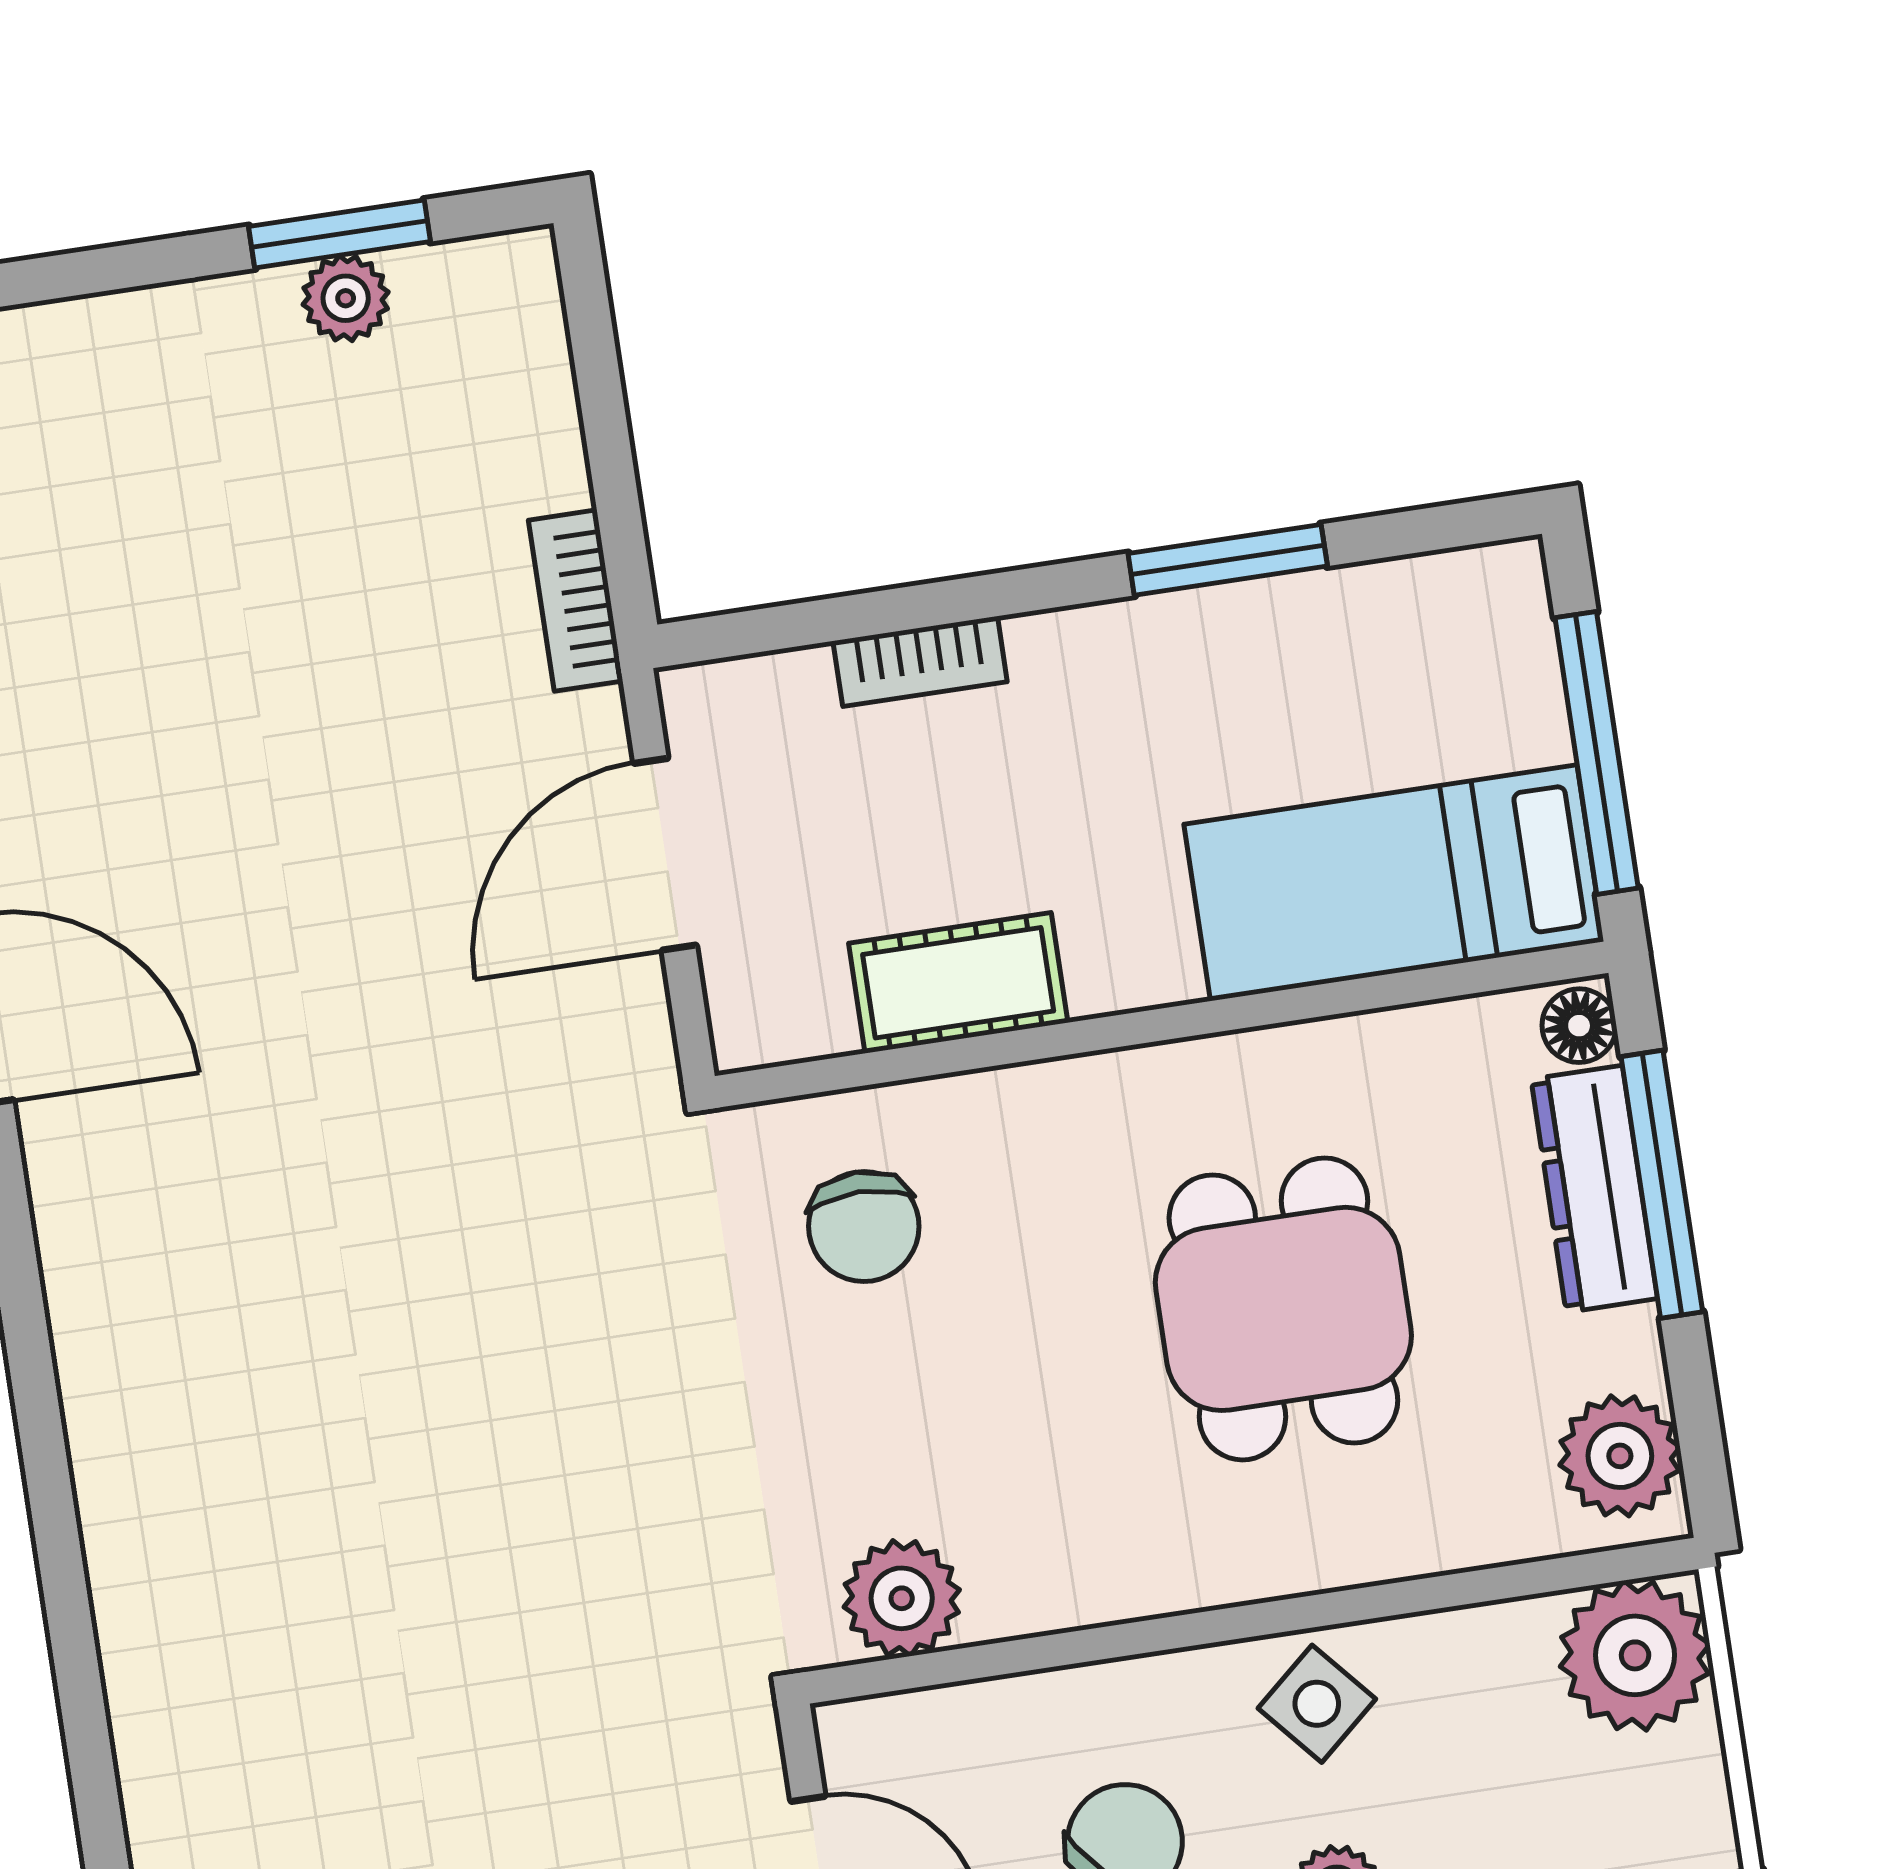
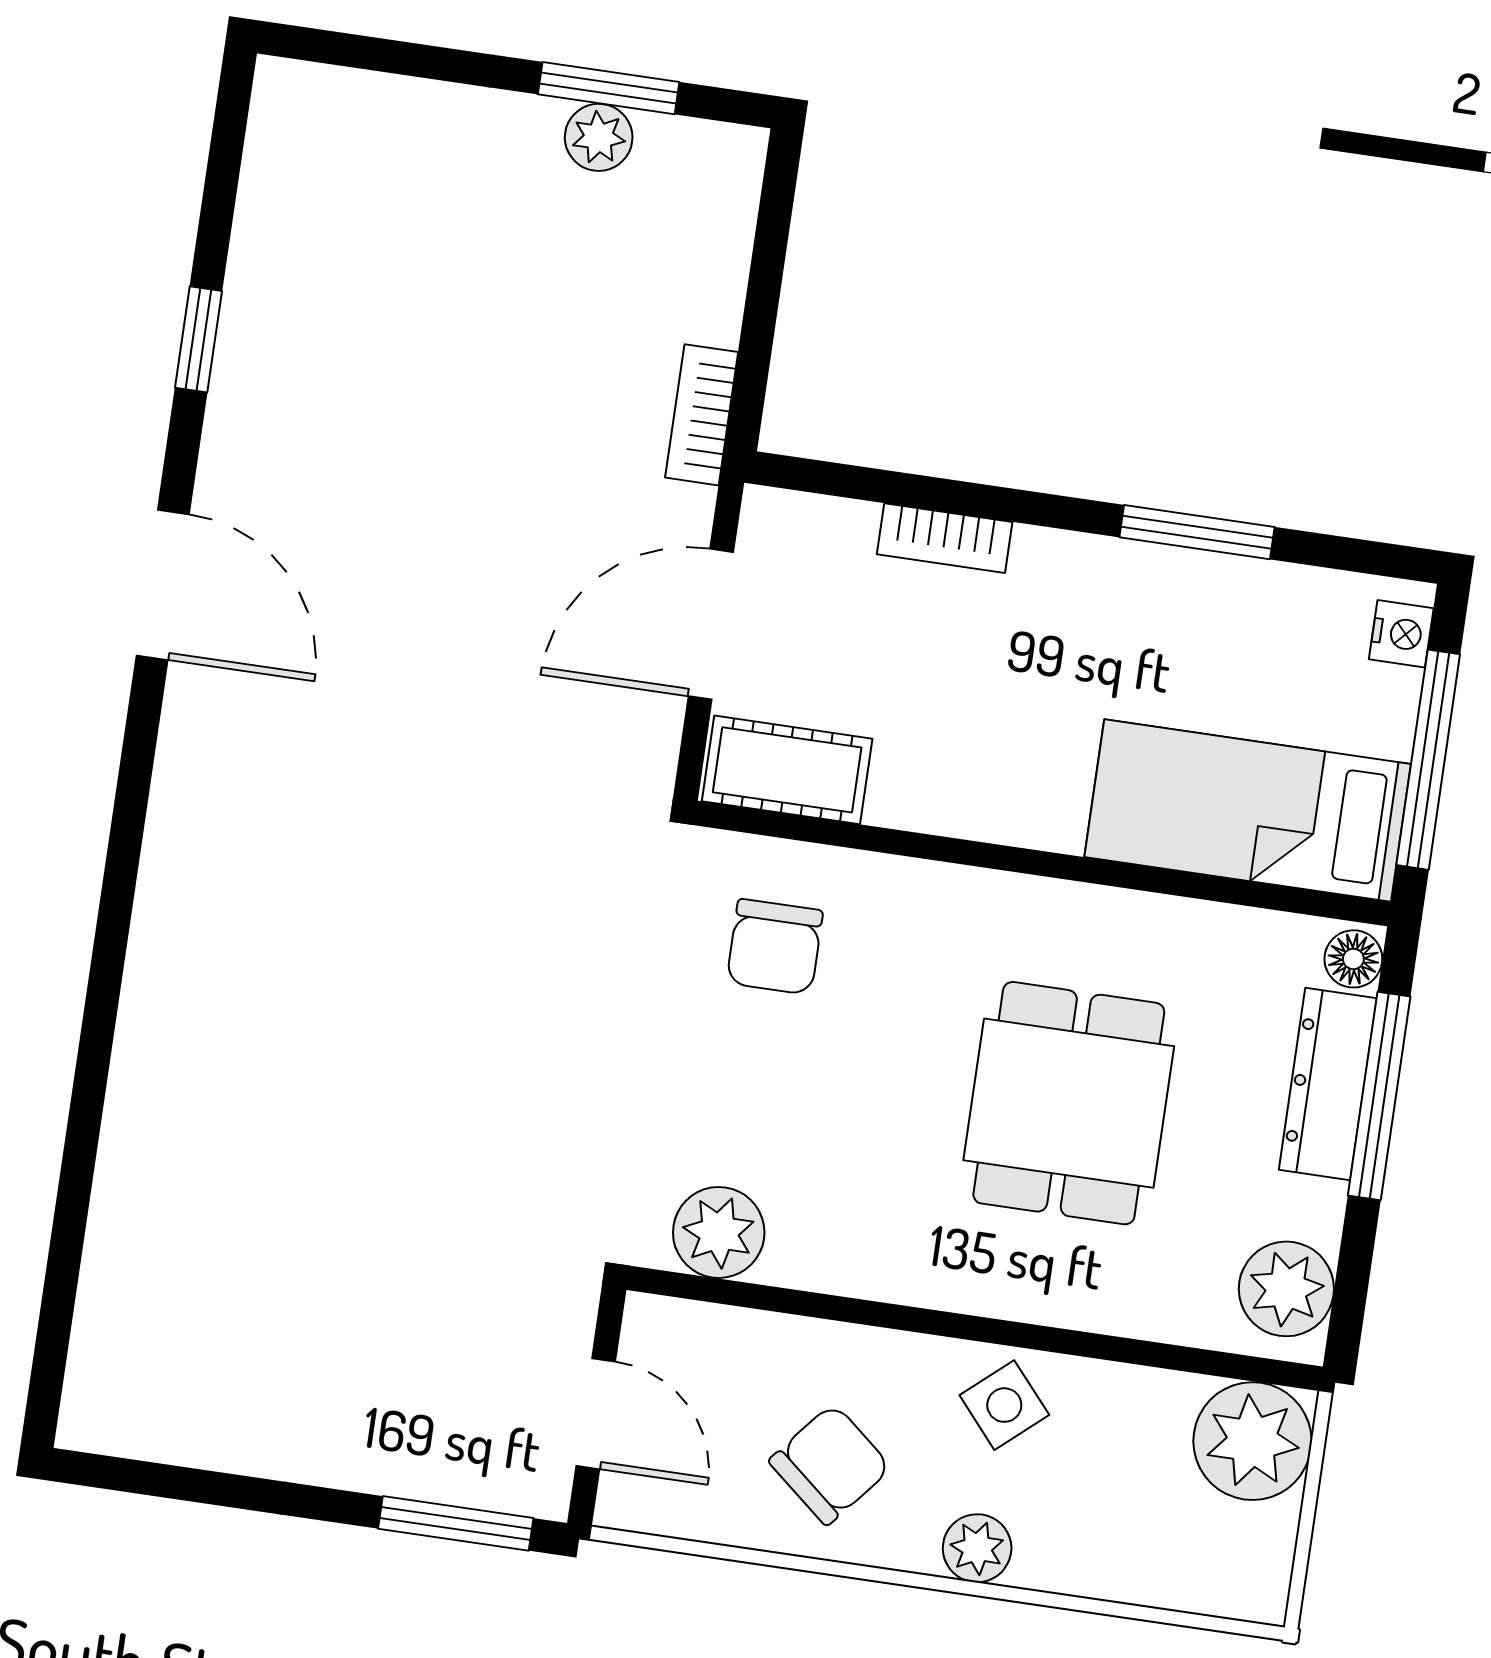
nightstand: (1517, 608) -> (1401, 634), added
cot: (958, 983) -> (787, 770), moved

